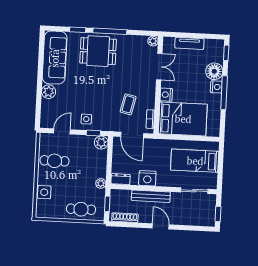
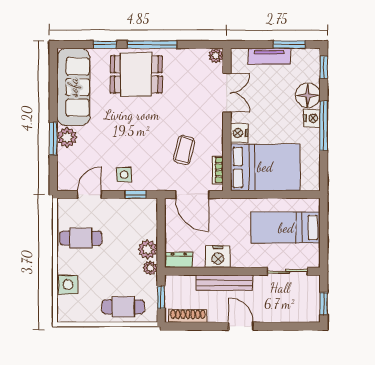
window: (204, 36) -> (289, 45), added
window: (39, 92) -> (53, 139), added
plant: (101, 143) -> (148, 249), moved

